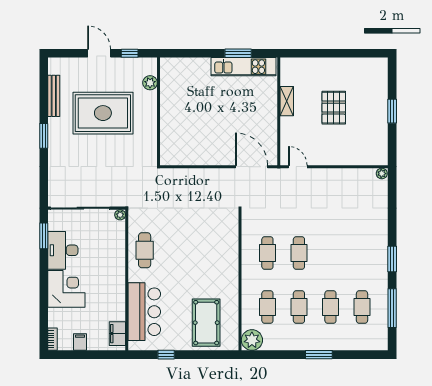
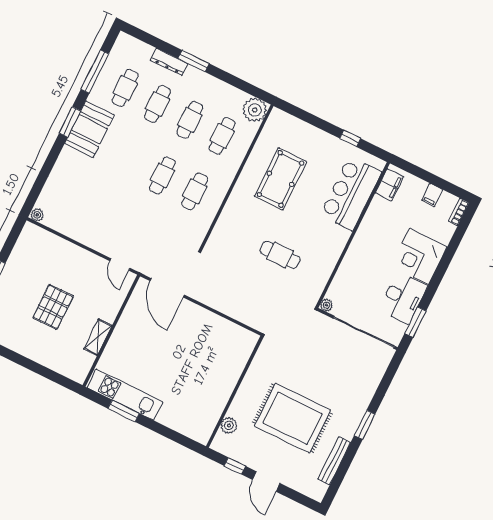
cafe table: (145, 250) -> (280, 255), moved, turned 90
booth: (374, 261) -> (89, 129), added
pool table: (206, 323) -> (281, 179), moved
dresser: (338, 344) -> (169, 62), added

